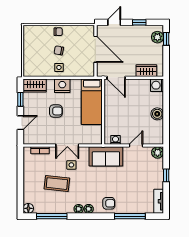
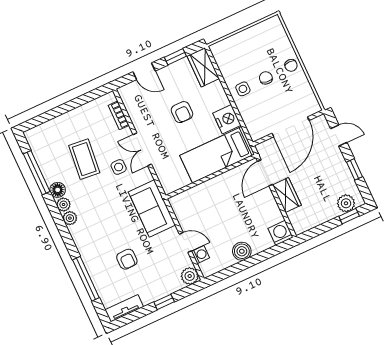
wardrobe: (146, 71) -> (287, 195), moved
nightstand: (62, 86) -> (227, 119), moved
washing machine: (116, 140) -> (201, 255), moved
armchair: (109, 203) -> (127, 259), moved
floor lamp: (28, 208) -> (58, 190), moved

